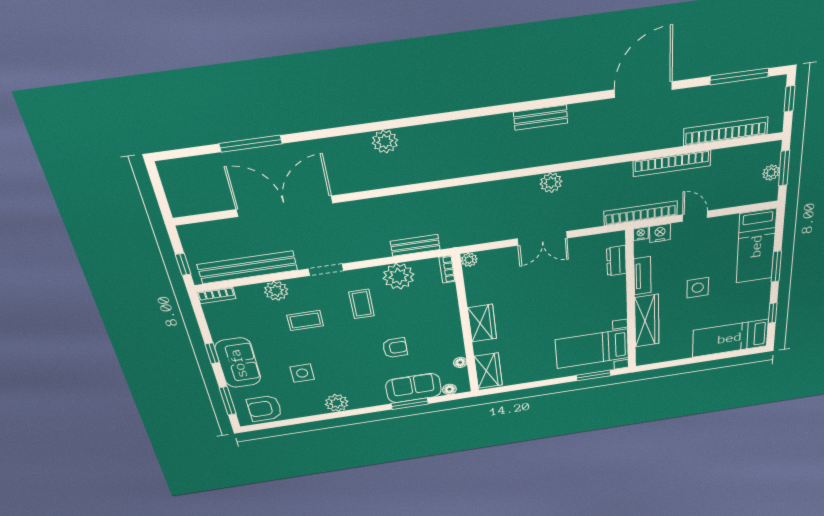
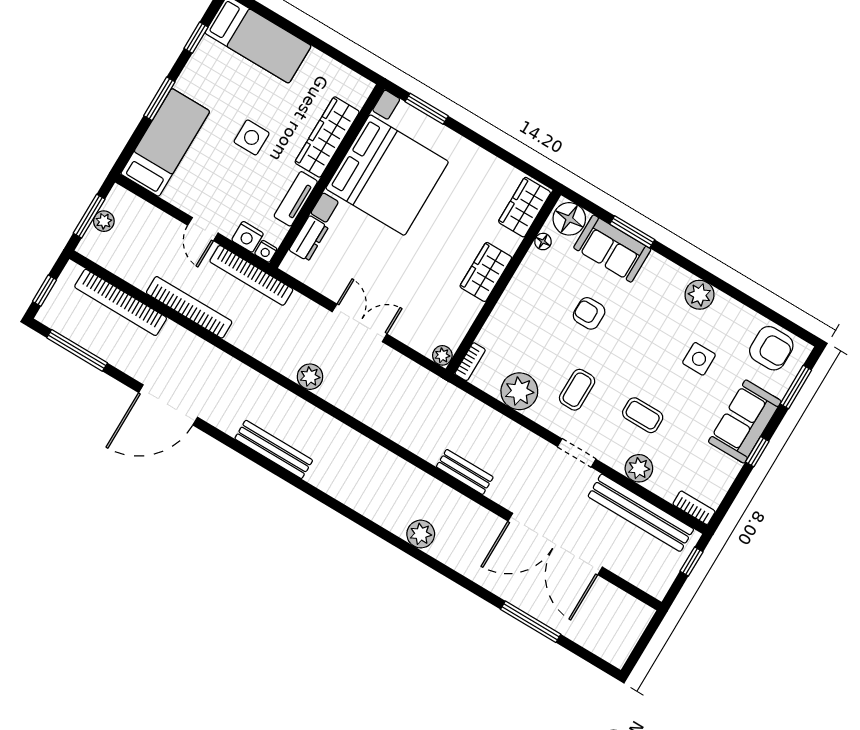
bench: (541, 118) -> (274, 449), width x1.36
bench: (415, 245) -> (465, 472), moved
bed with nightstands: (592, 349) -> (387, 175), width x1.85
floor lamp: (449, 389) -> (569, 219), width x1.89, depth x1.89

